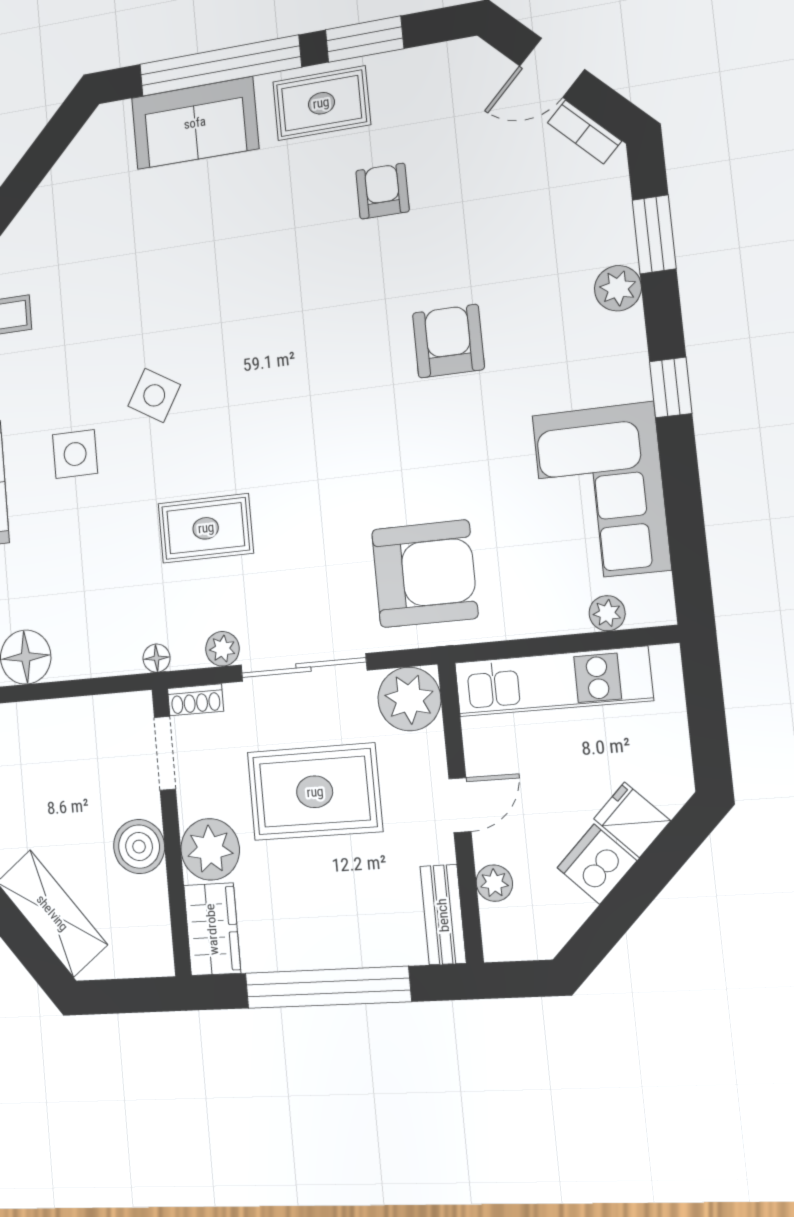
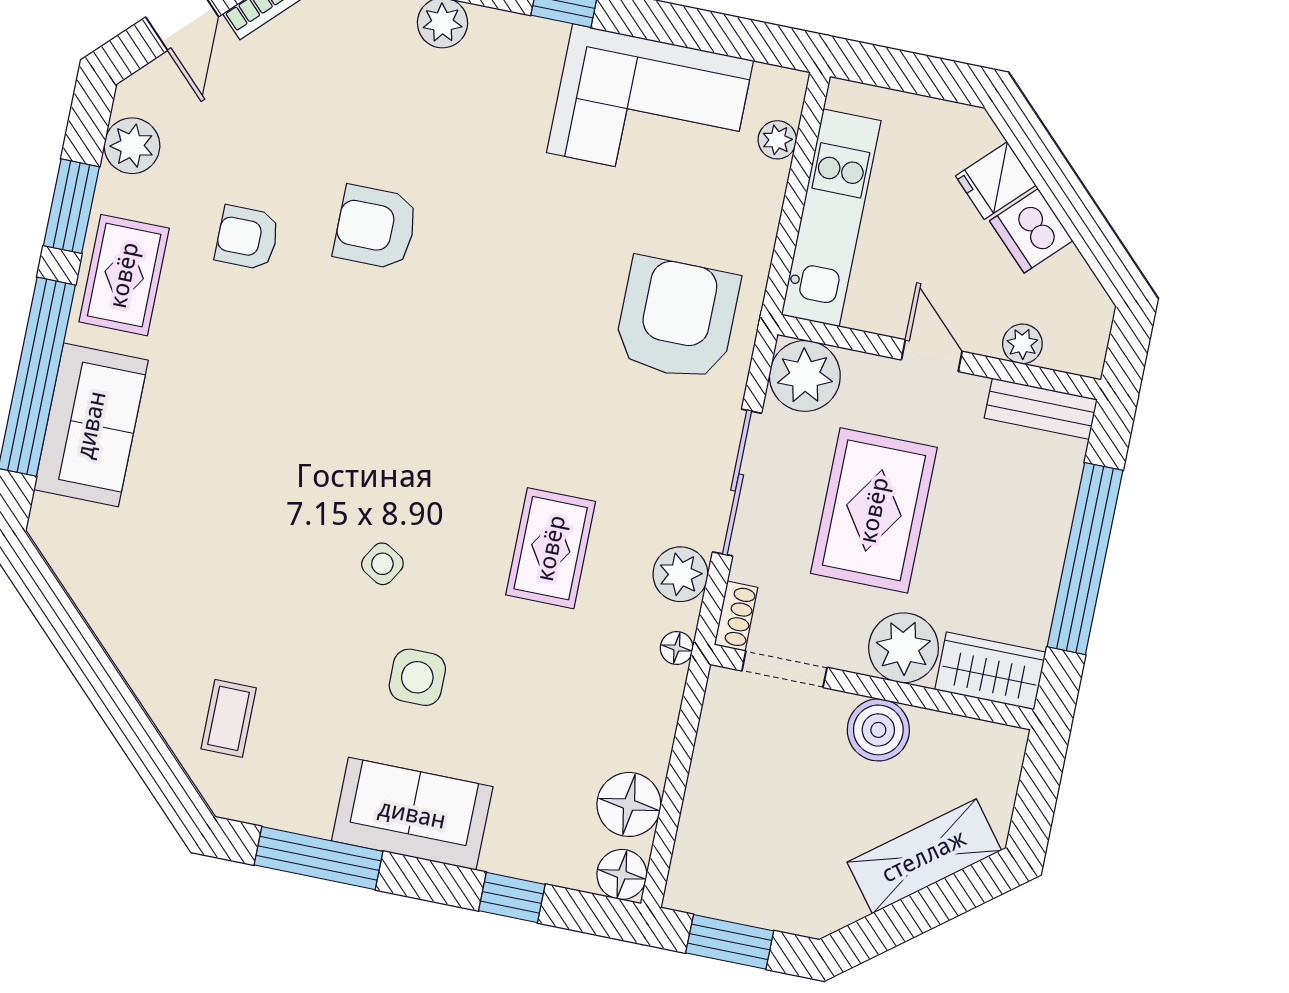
plant: (430, 69) -> (132, 146), added
armchair: (448, 341) -> (376, 227), moved
side table: (154, 395) -> (382, 564), width x0.73, depth x0.73
plant: (222, 649) -> (680, 574), width x1.38, depth x1.38

